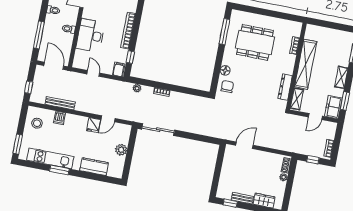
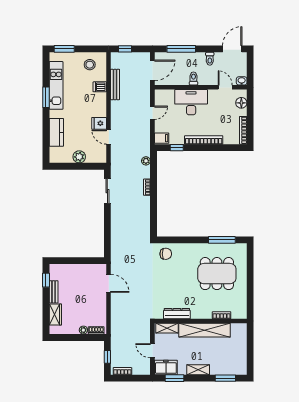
dining table: (255, 42) -> (217, 274), turned 90
floor lamp: (225, 70) -> (182, 248), removed
sliding door: (158, 130) -> (107, 191), width x0.73

